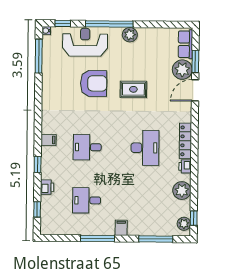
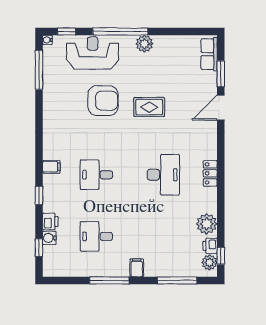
plant: (182, 70) -> (206, 84), removed
locker: (185, 141) -> (210, 173), width x0.66
printer: (185, 166) -> (210, 246), moved
water cooler: (46, 201) -> (49, 238), added

